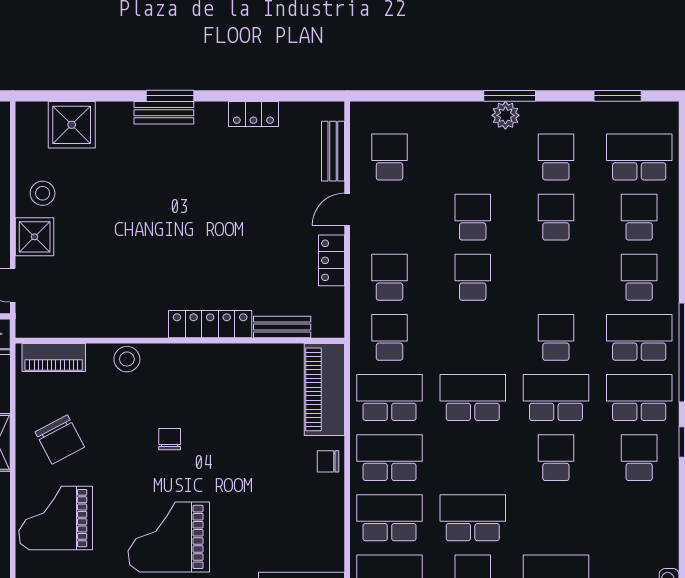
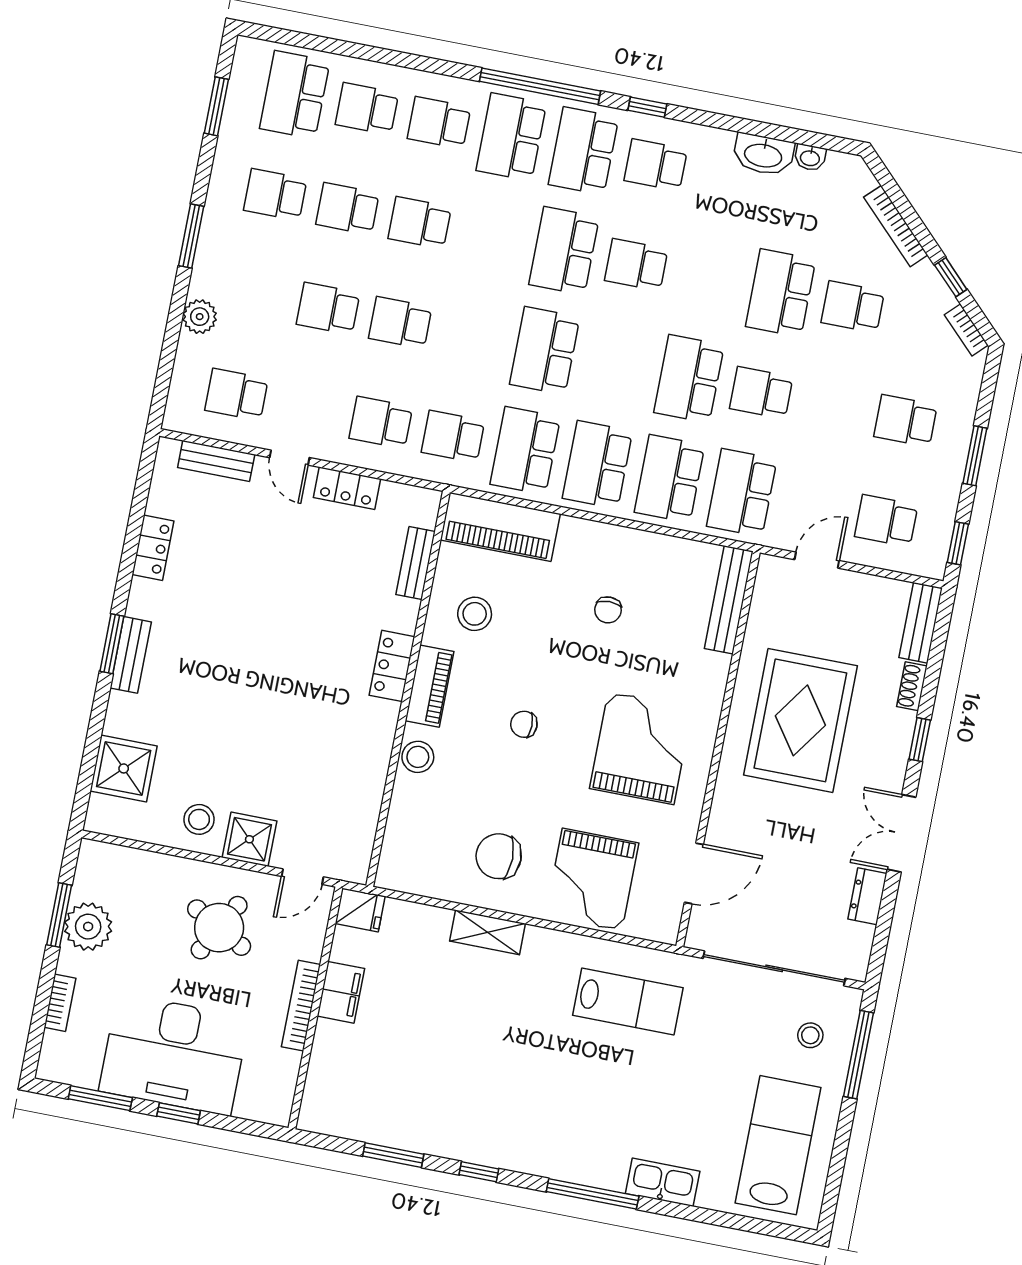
plant: (505, 115) -> (200, 317), moved
locker: (210, 324) -> (392, 666), width x0.66
school desk: (556, 337) -> (420, 223), moved
piano: (54, 357) -> (430, 686), moved
stool: (251, 382) -> (475, 614), added
chair: (60, 439) -> (499, 856), turned -152
chair: (328, 461) -> (608, 610), moved
grand piano: (169, 537) -> (641, 748), turned 180
washbasin: (664, 542) -> (763, 155), added

